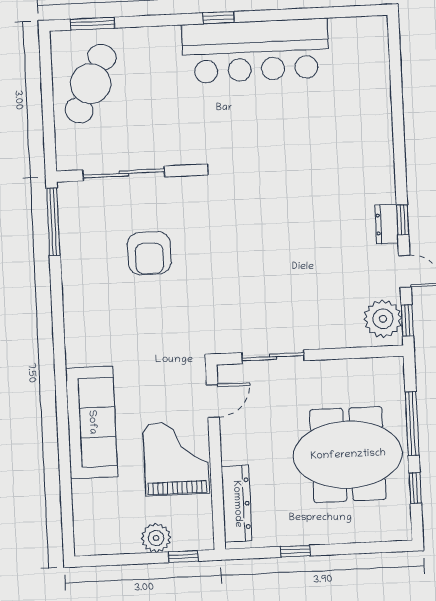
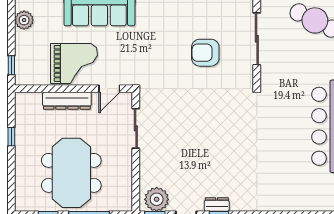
door: (213, 401) -> (109, 89), hinge flipped
dresser: (237, 504) -> (67, 101), moved
plant: (156, 538) -> (24, 20), moved

